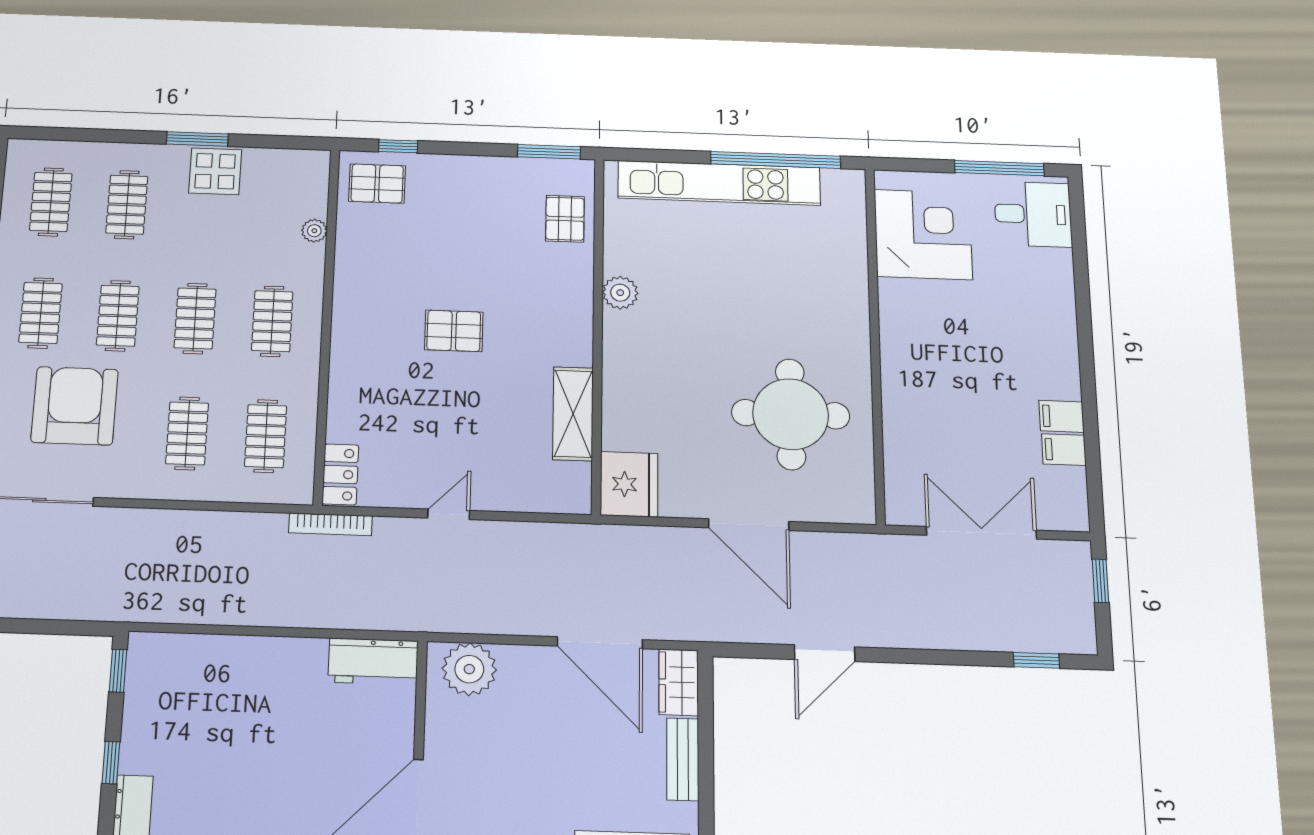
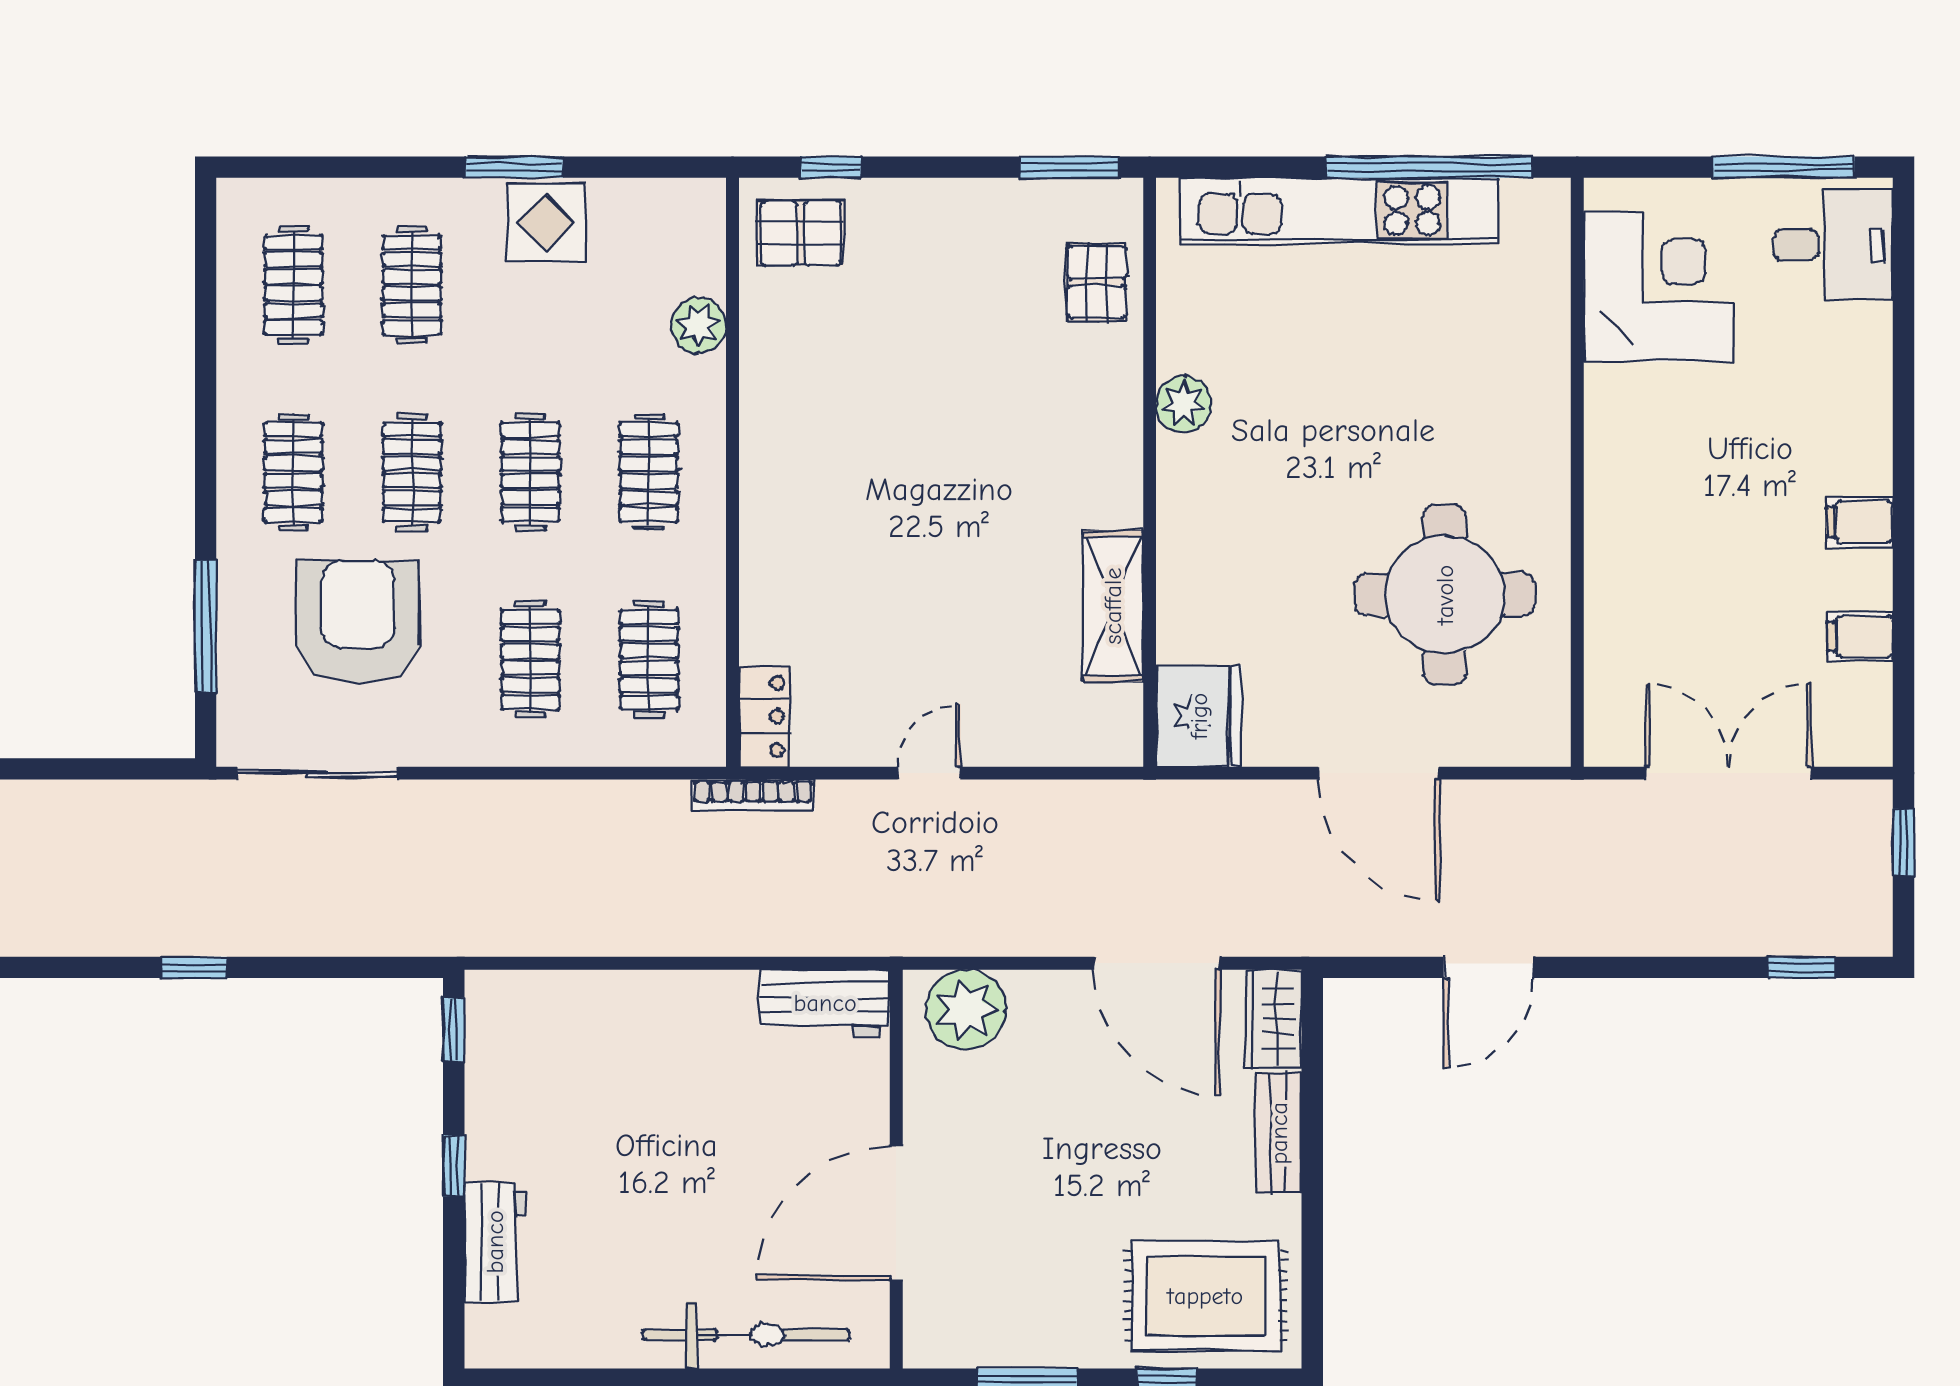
plant: (314, 231) -> (699, 325), width x1.38, depth x1.38
pallet: (454, 331) -> (928, 477), removed
filing cabinet: (1062, 416) -> (1860, 522), moved

